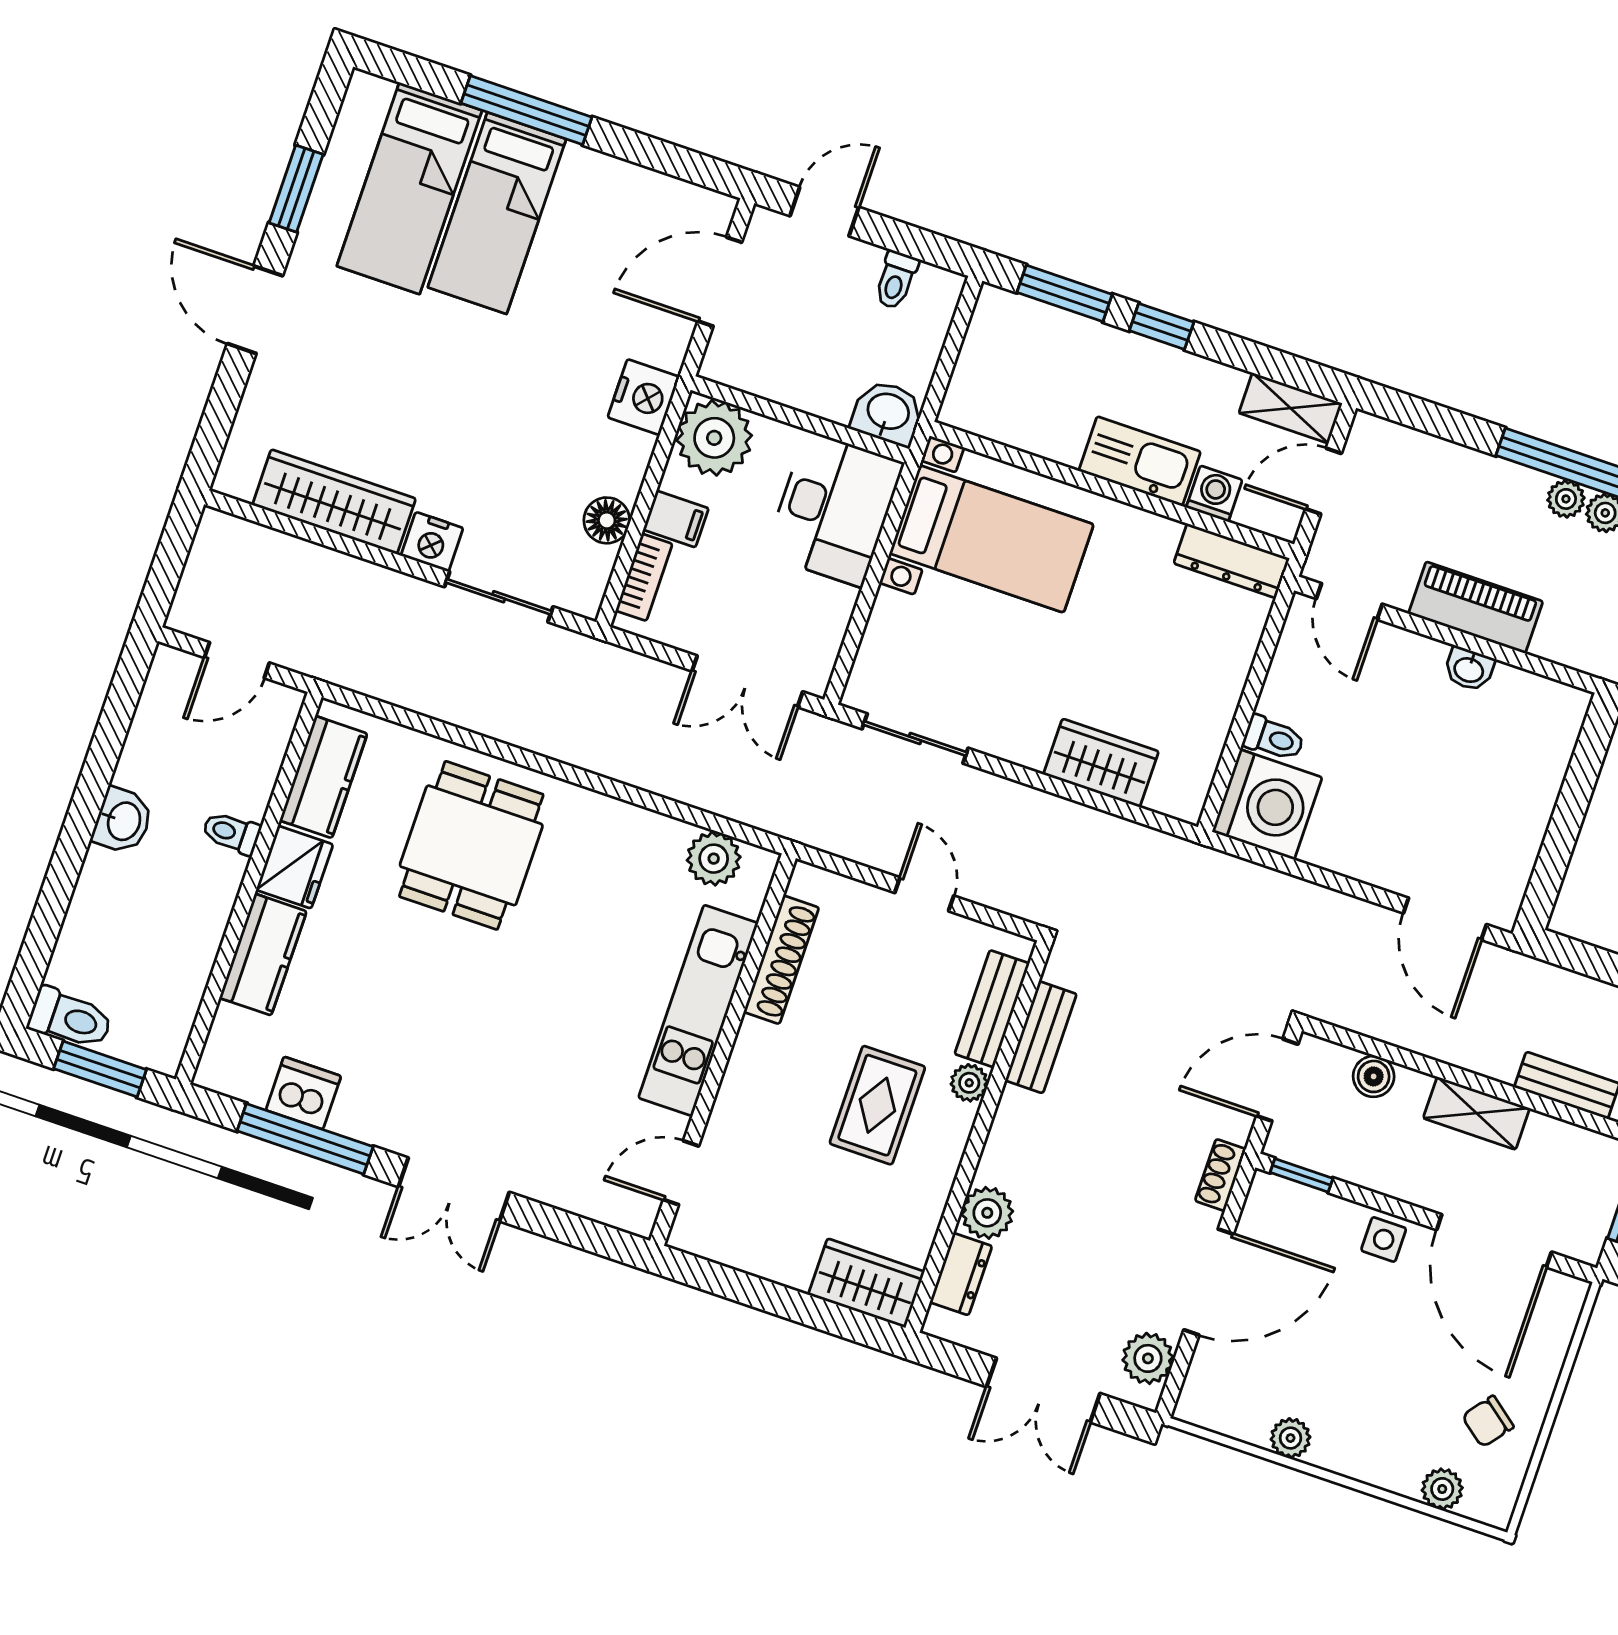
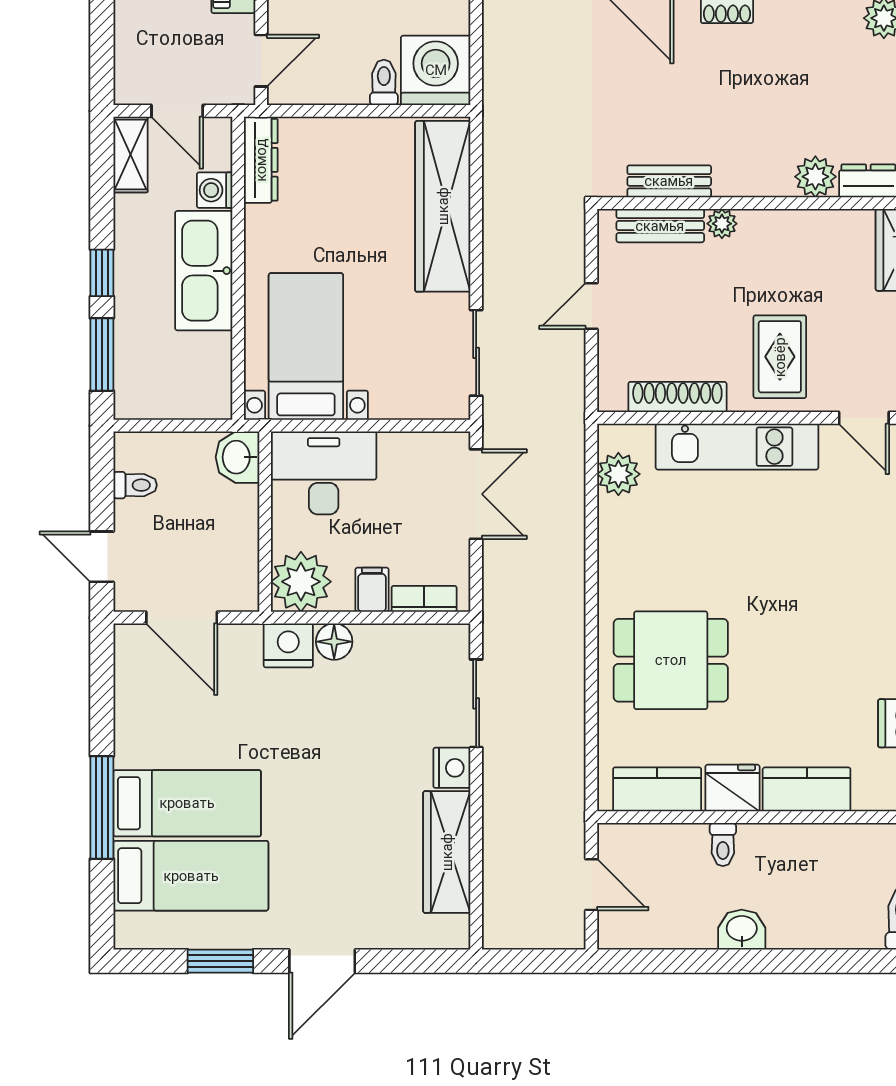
kitchen sink: (1140, 461) -> (204, 271), width x1.36, depth x1.24
floor lamp: (607, 520) -> (334, 642), moved
wardrobe: (1101, 763) -> (443, 206), width x2.10, depth x1.17
rug: (877, 1105) -> (780, 357), moved, turned 90

